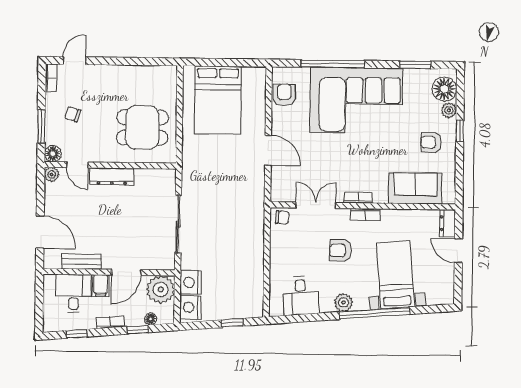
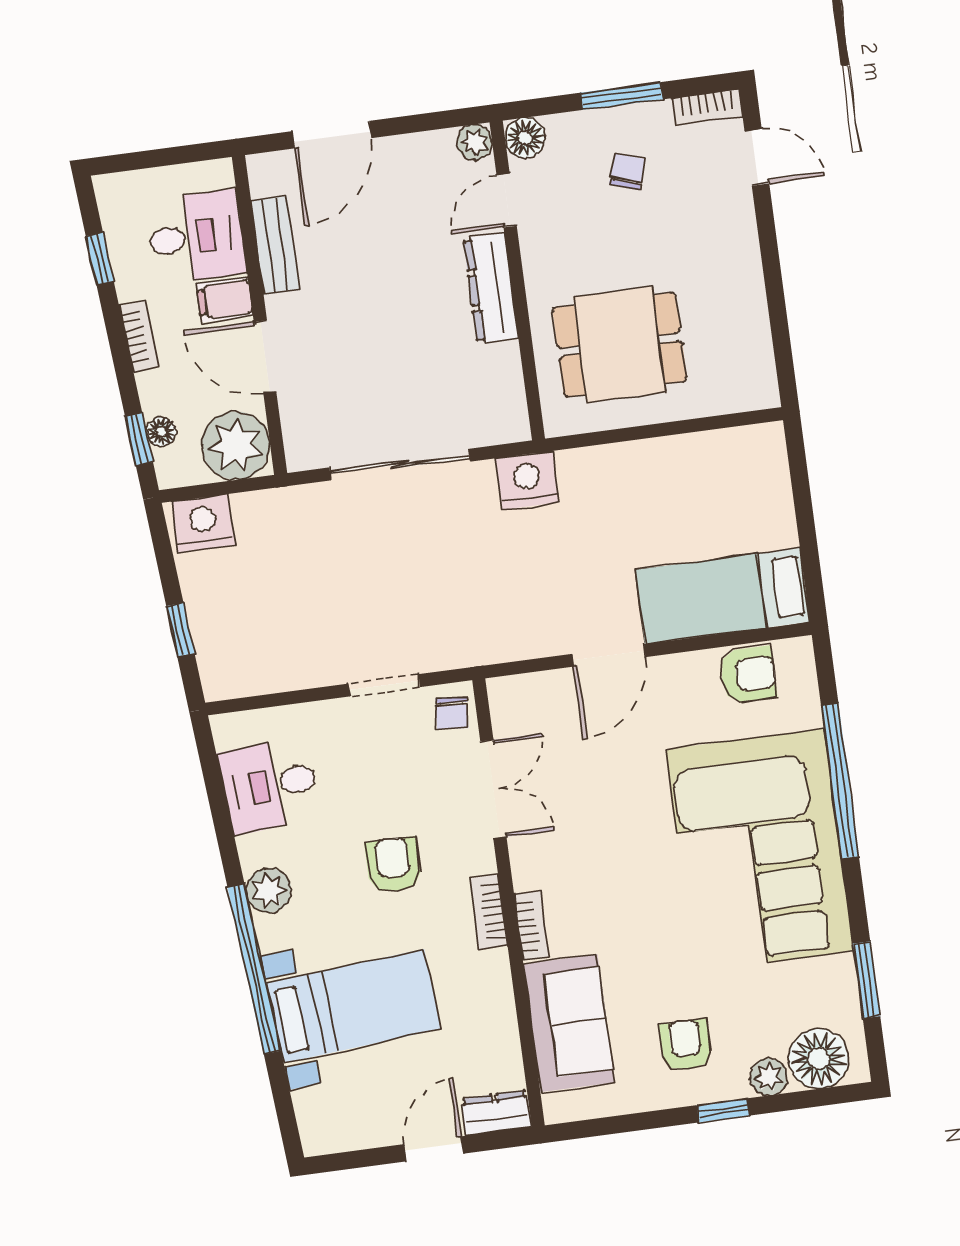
bed: (218, 100) -> (723, 596), moved, width x0.67
window: (41, 126) -> (622, 96), moved
dining table: (142, 127) -> (620, 345), turned 90
bookcase: (358, 198) -> (532, 926), moved
doorway: (267, 243) -> (384, 685), added
nightstand: (191, 282) -> (527, 480), moved
window: (138, 330) -> (139, 439), moved

